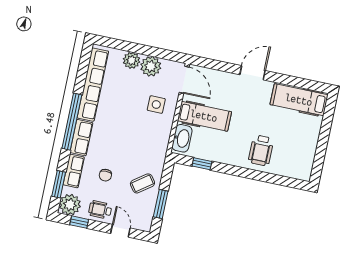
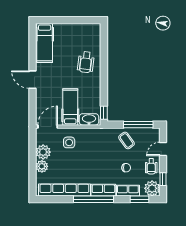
wheelchair: (261, 150) -> (86, 62), turned 97
window: (202, 164) -> (104, 113), moved
window: (161, 204) -> (138, 125), width x1.44

